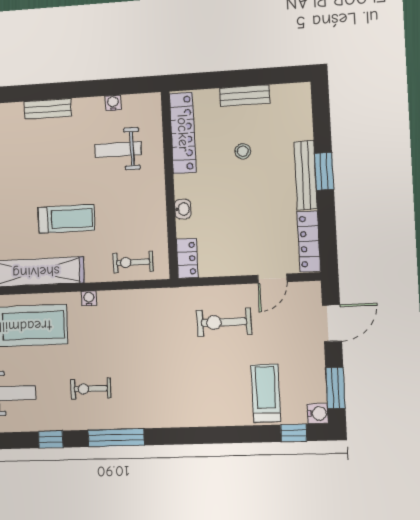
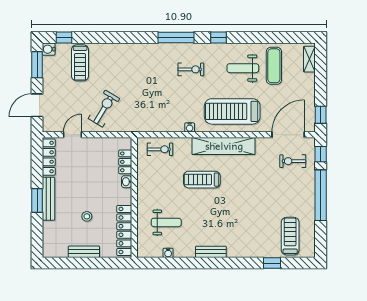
locker: (187, 258) -> (125, 162), moved
exercise bike: (224, 322) -> (104, 109), turned -59

